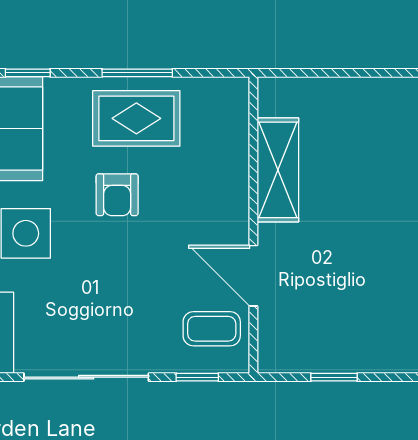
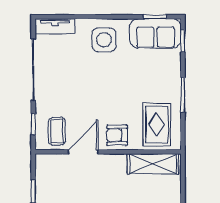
rug: (136, 118) -> (157, 125), moved
shelving: (278, 170) -> (153, 164), moved
armchair: (117, 195) -> (117, 135), moved

